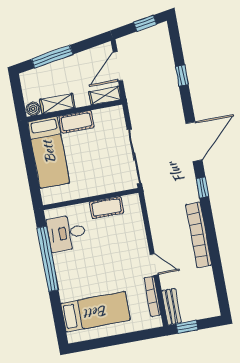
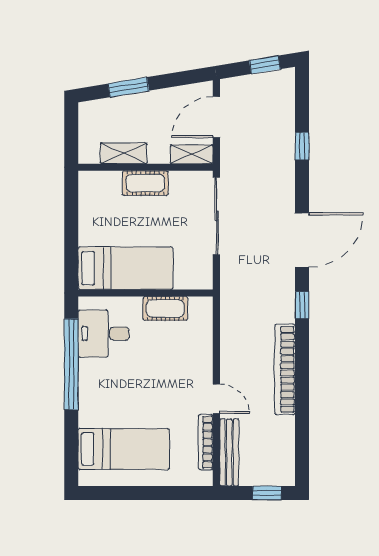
window: (52, 57) -> (129, 87), width x0.69
boiler: (33, 109) -> (89, 154), removed
bed: (49, 152) -> (125, 268), moved, turned -90
sliding door: (134, 156) -> (216, 216), moved
bench: (171, 307) -> (229, 452), width x1.36
window: (187, 327) -> (267, 493), moved

